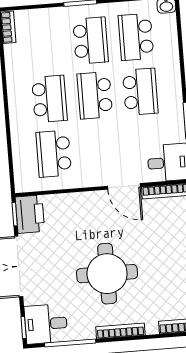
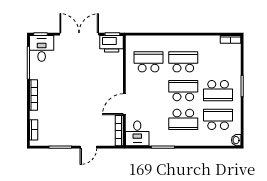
school desk: (49, 99) -> (183, 62), turned 180
round table: (107, 274) -> (70, 89), removed

